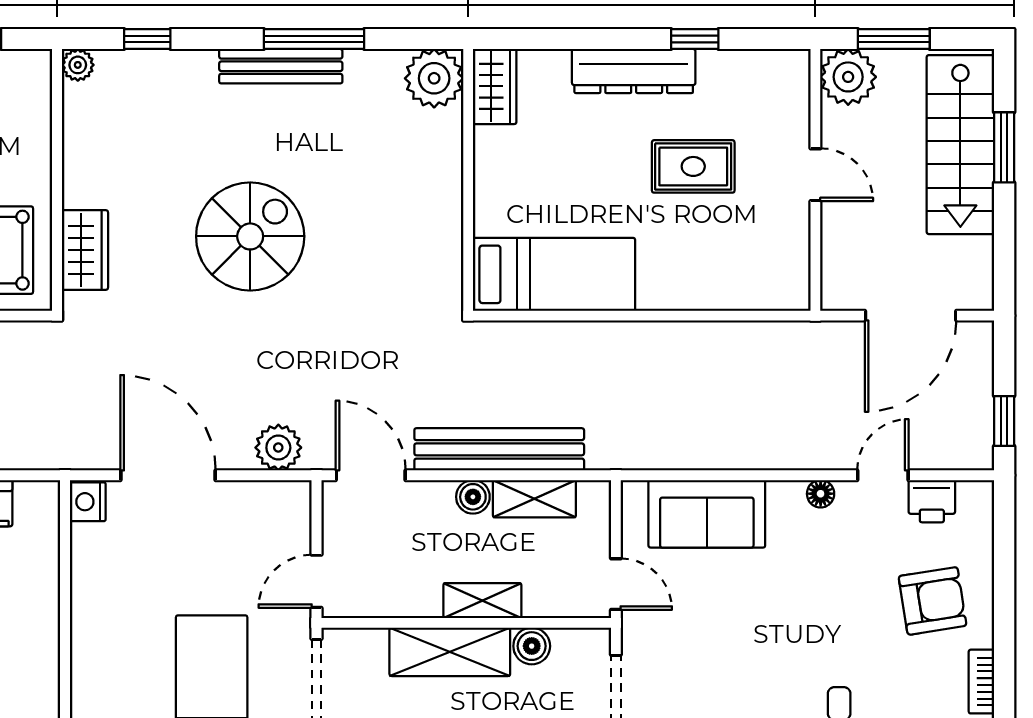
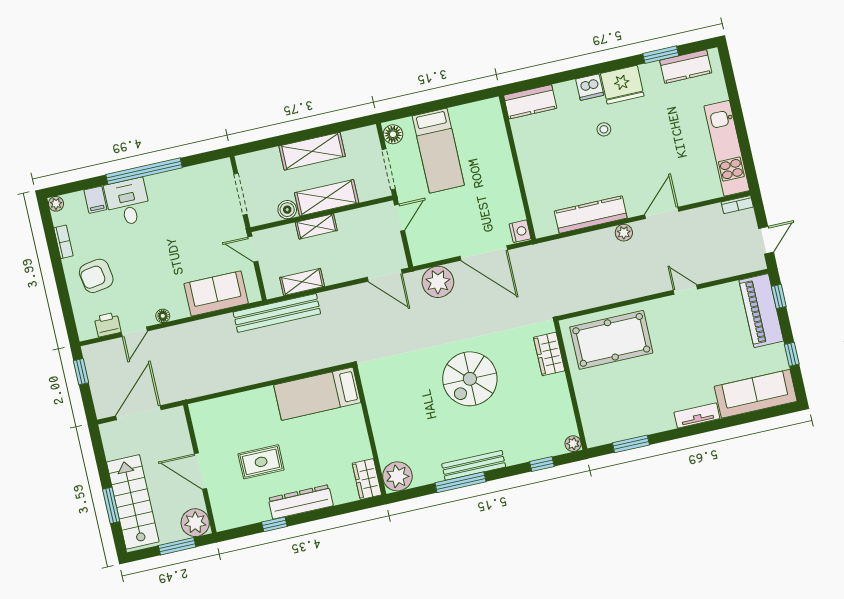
door: (815, 175) -> (200, 471), width x1.38
plant: (278, 448) -> (438, 282), width x1.36, depth x1.36
bench: (499, 449) -> (277, 313), moved
boiler: (473, 497) -> (332, 276), removed

